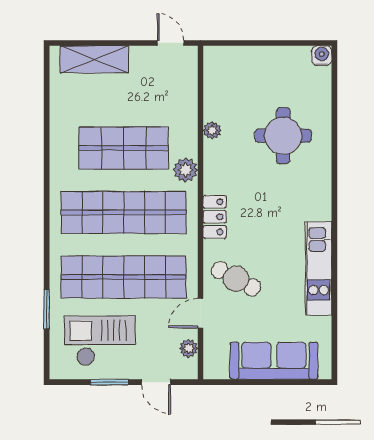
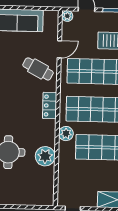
plant: (212, 130) -> (45, 156), width x1.88, depth x1.88
plant: (189, 348) -> (67, 16), moved

